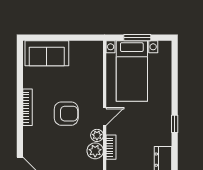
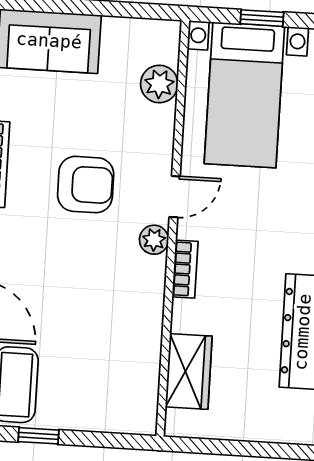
window: (137, 38) -> (262, 18), width x0.67
plant: (95, 151) -> (159, 84), moved

